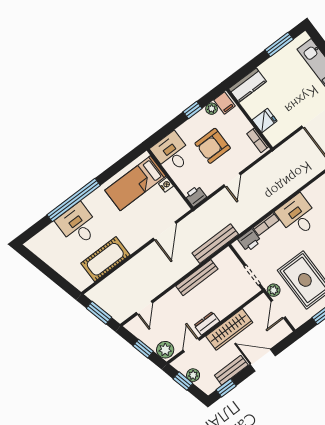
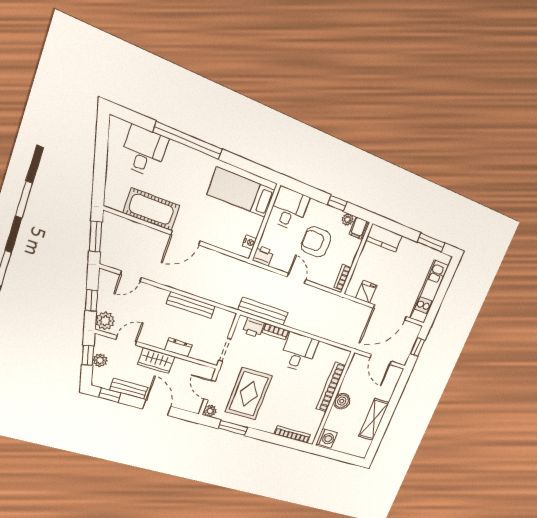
fridge: (265, 120) -> (366, 292), moved, turned -90
door: (232, 180) -> (296, 278), swing flipped
nightstand: (166, 185) -> (250, 242), moved
desk: (78, 225) -> (144, 151), moved
door: (165, 231) -> (186, 238), moved
bench: (215, 244) -> (263, 311), moved
plant: (274, 290) -> (210, 411), moved
door: (278, 309) -> (210, 390), hinge flipped
dresser: (207, 323) -> (178, 347), moved
wardrobe: (229, 329) -> (156, 361), width x0.67

